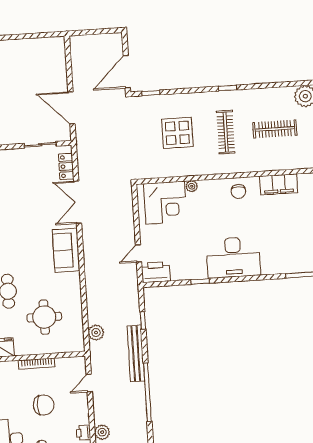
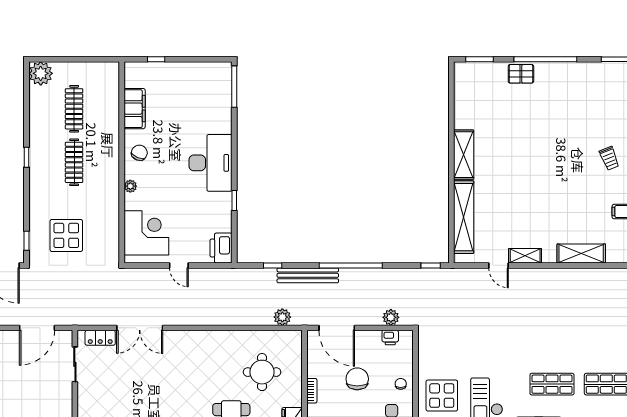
clothes rail: (226, 132) -> (74, 162), turned 90
display table: (177, 133) -> (66, 235), moved
plant: (192, 186) -> (130, 186), moved
chair: (238, 191) -> (139, 153), turned -67
sofa: (66, 250) -> (191, 344), removed
door: (138, 253) -> (179, 265), moved
bookcase: (37, 364) -> (312, 391), width x0.64
door: (89, 383) -> (337, 328), width x1.87

